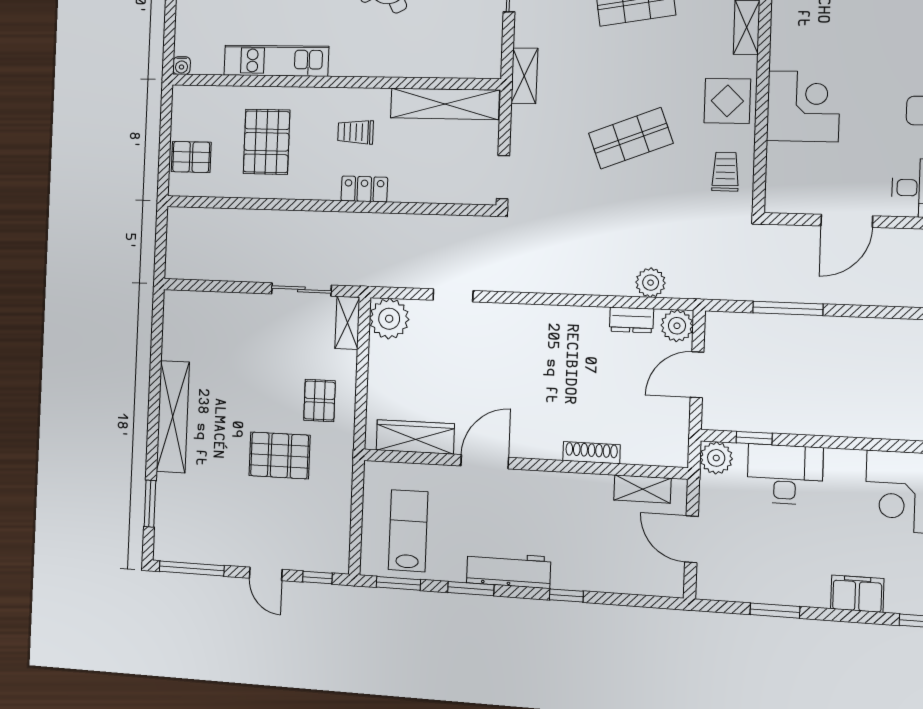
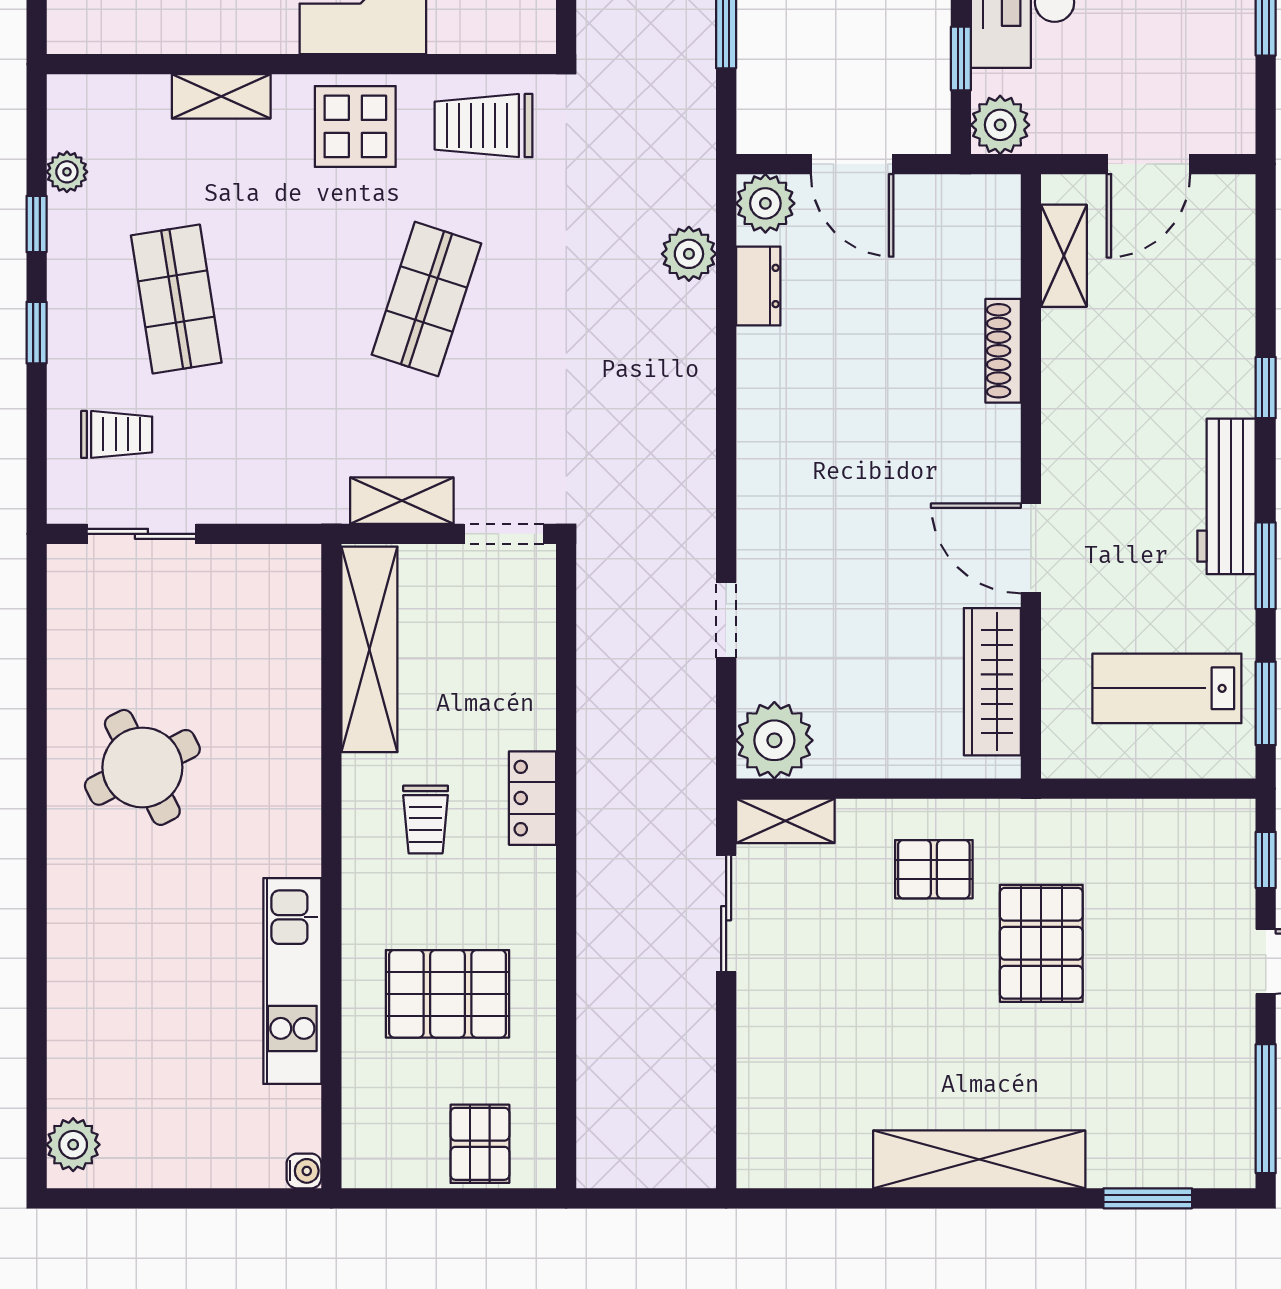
shelving: (524, 76) -> (402, 501), moved
shop shelf: (631, 138) -> (426, 299), turned 39
trolley: (725, 172) -> (484, 126), width x1.36, depth x1.39

